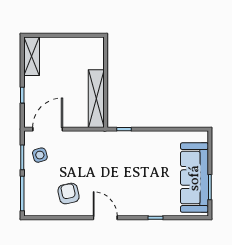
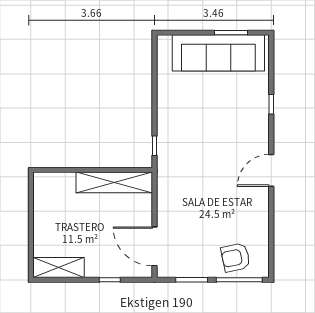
side table: (40, 155) -> (189, 257), removed
armchair: (69, 194) -> (235, 258), moved

